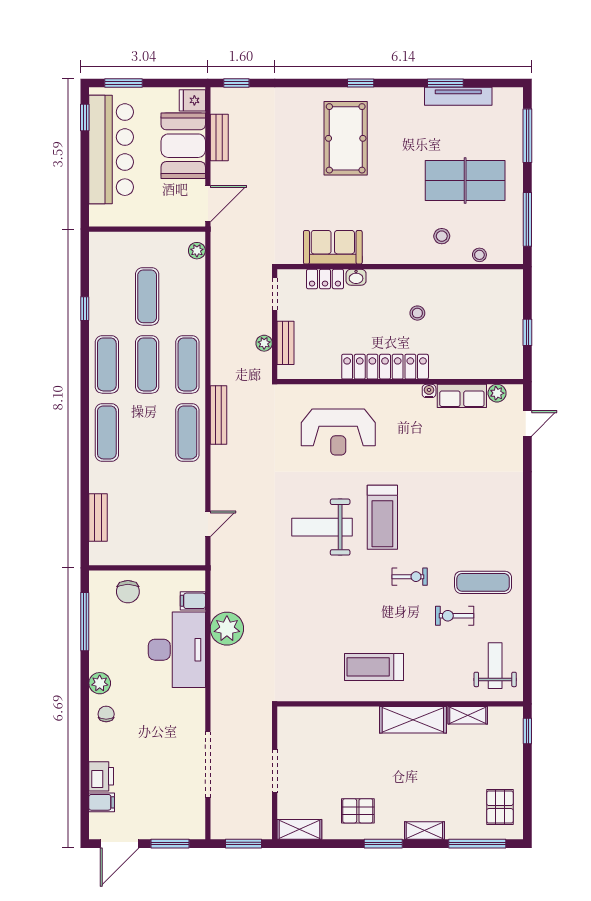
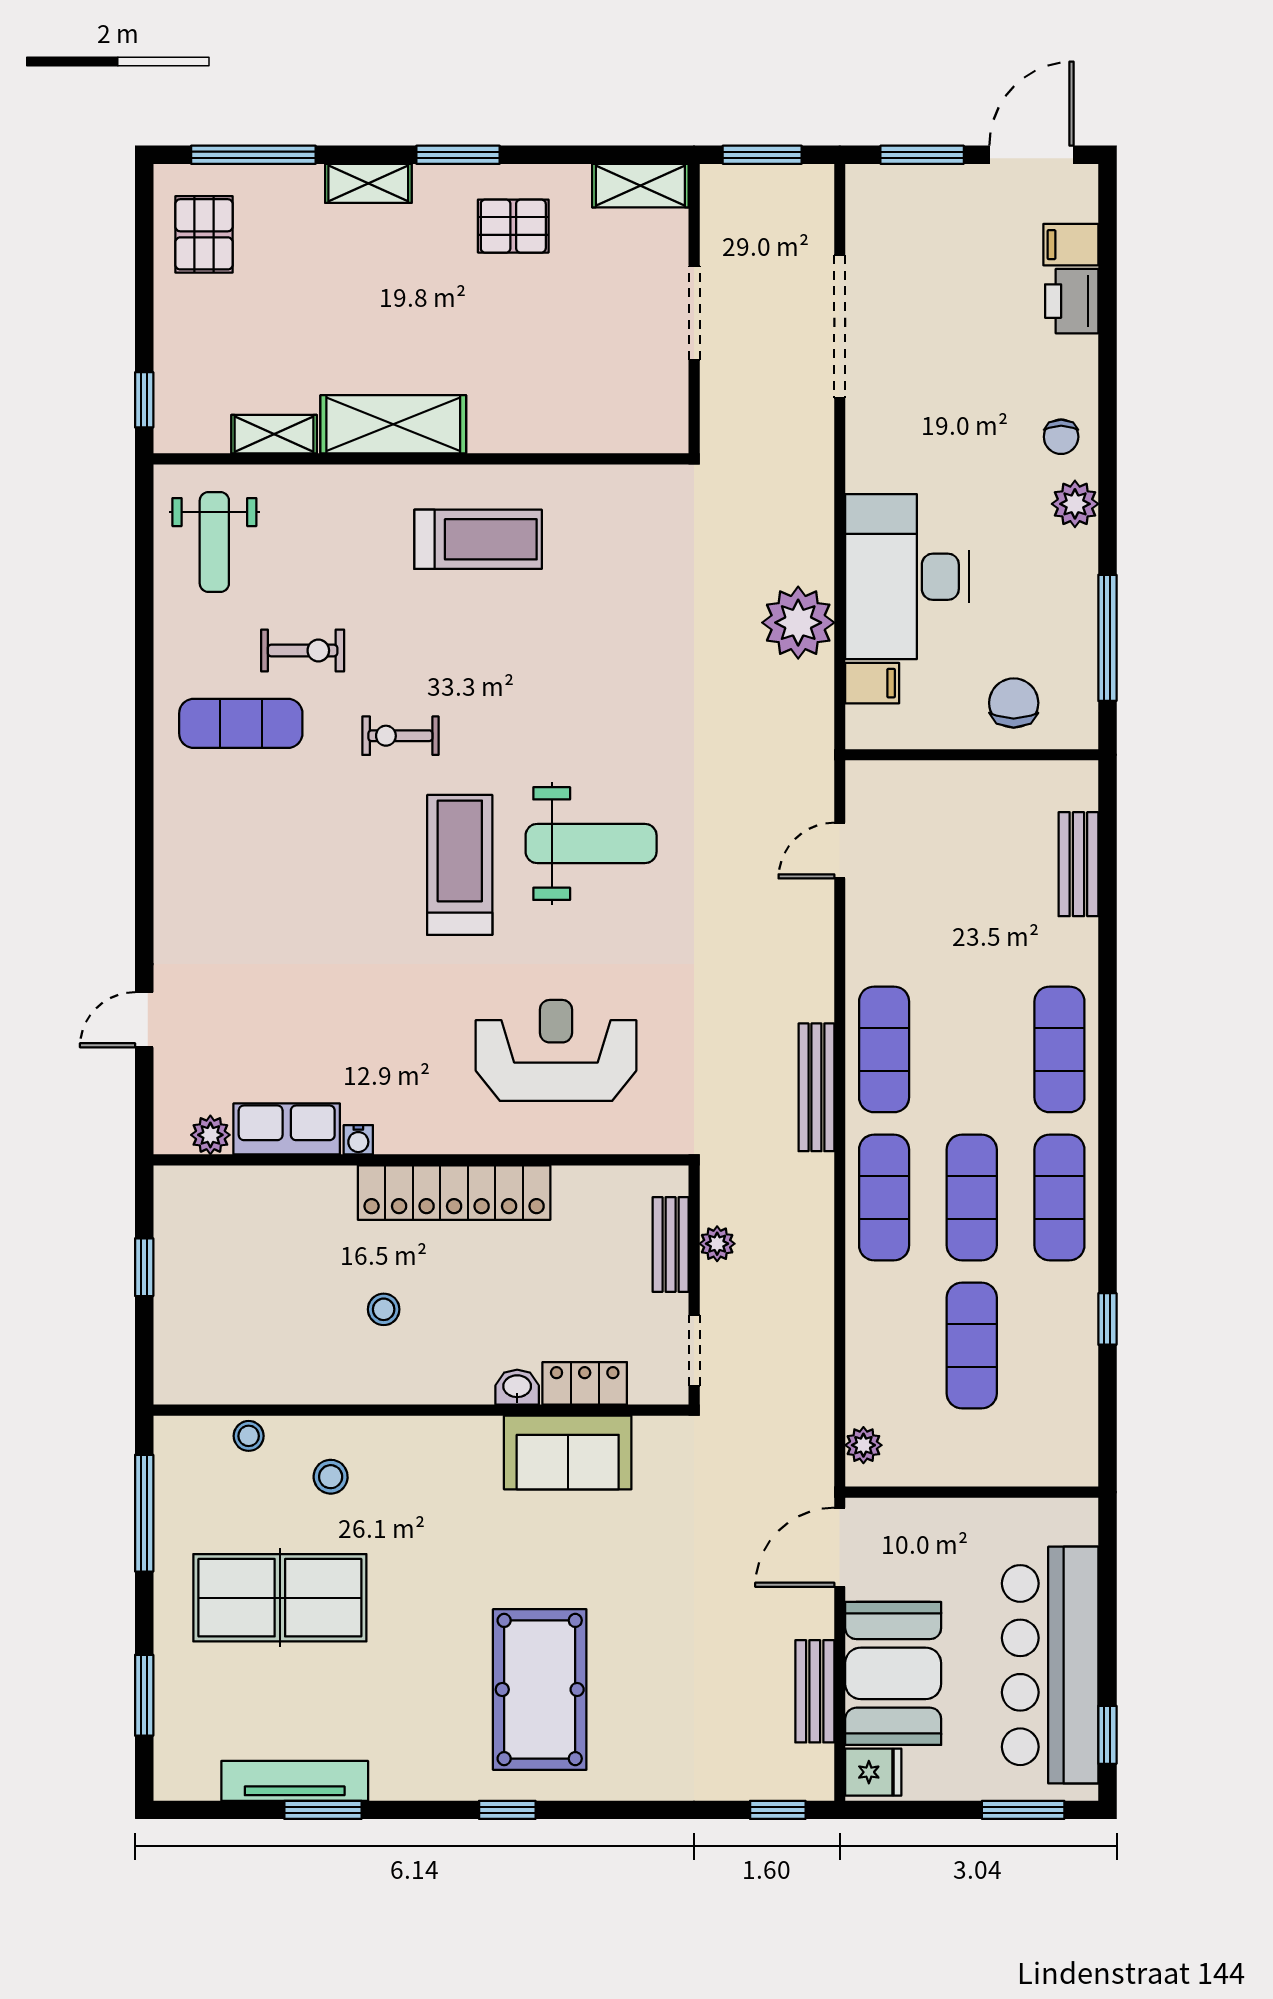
window: (527, 136) -> (144, 1695), width x0.69
door: (527, 423) -> (144, 1020), moved

